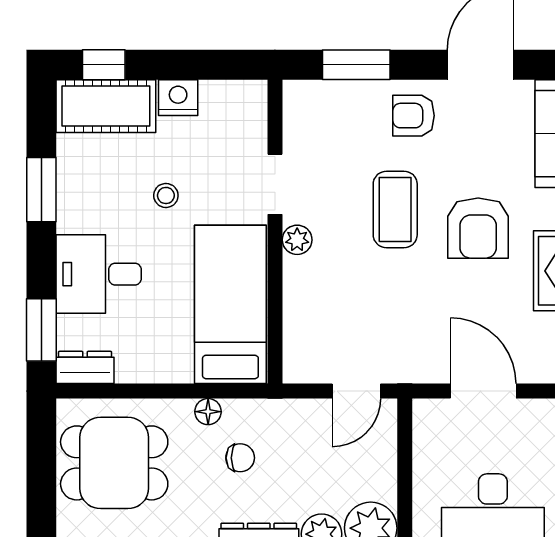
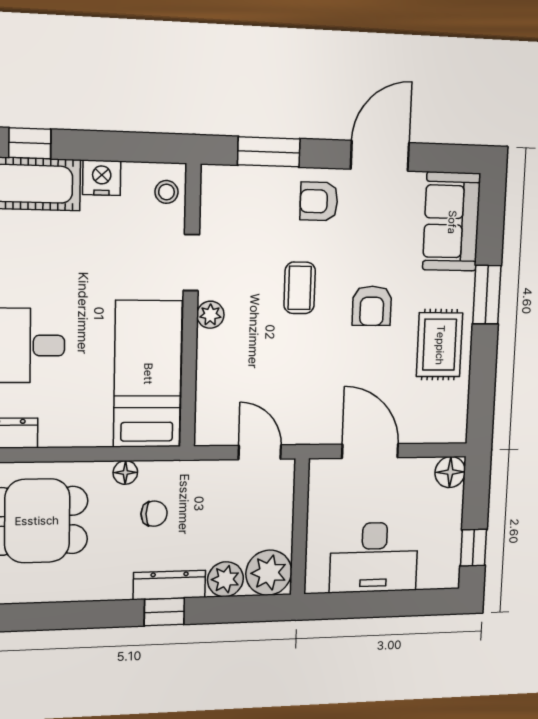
stool: (166, 195) -> (166, 192), moved
coffee table: (395, 209) -> (300, 288), width x0.73, depth x0.77
armchair: (478, 228) -> (372, 306), width x0.72, depth x0.72
door: (356, 391) -> (260, 452), swing flipped

